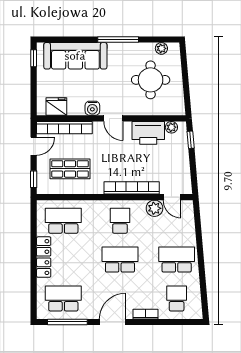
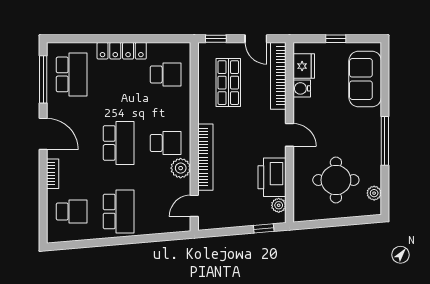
sofa: (75, 56) -> (365, 79), width x0.73
window: (34, 58) -> (336, 39), moved
water cooler: (92, 108) -> (302, 88), moved
door: (113, 118) -> (290, 135), swing flipped
plant: (154, 208) -> (181, 168), moved
school desk: (63, 221) -> (166, 74), width x0.54

